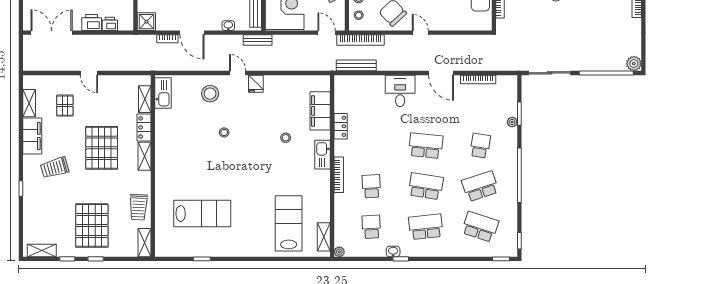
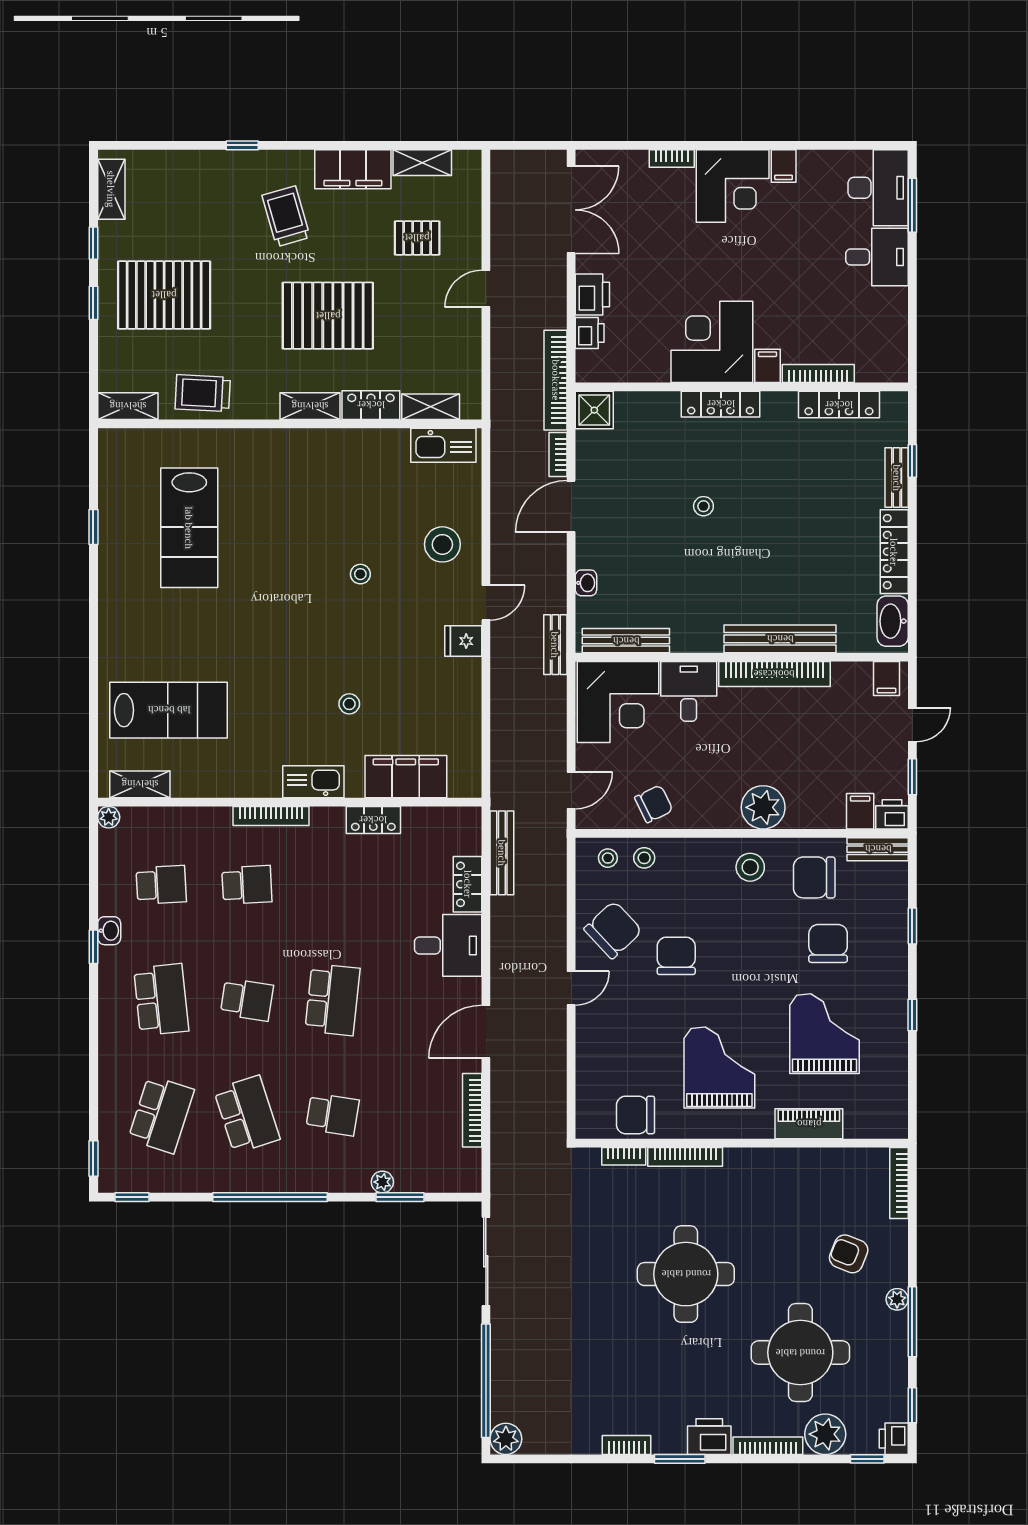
bookcase: (361, 40) -> (556, 380), moved
locker: (371, 82) -> (468, 884), added
school desk: (426, 186) -> (247, 1000), width x0.54

